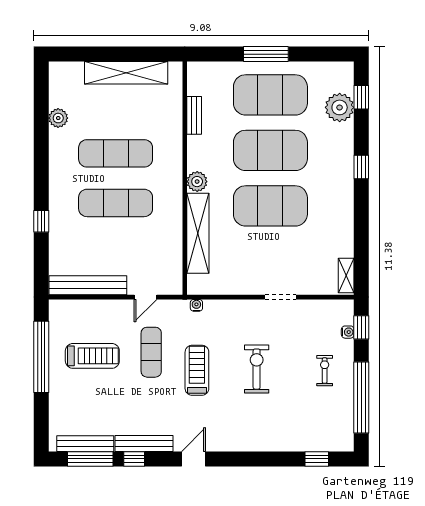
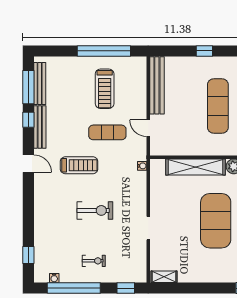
water cooler: (348, 332) -> (54, 278), moved
treadmill: (197, 370) -> (79, 165), moved

